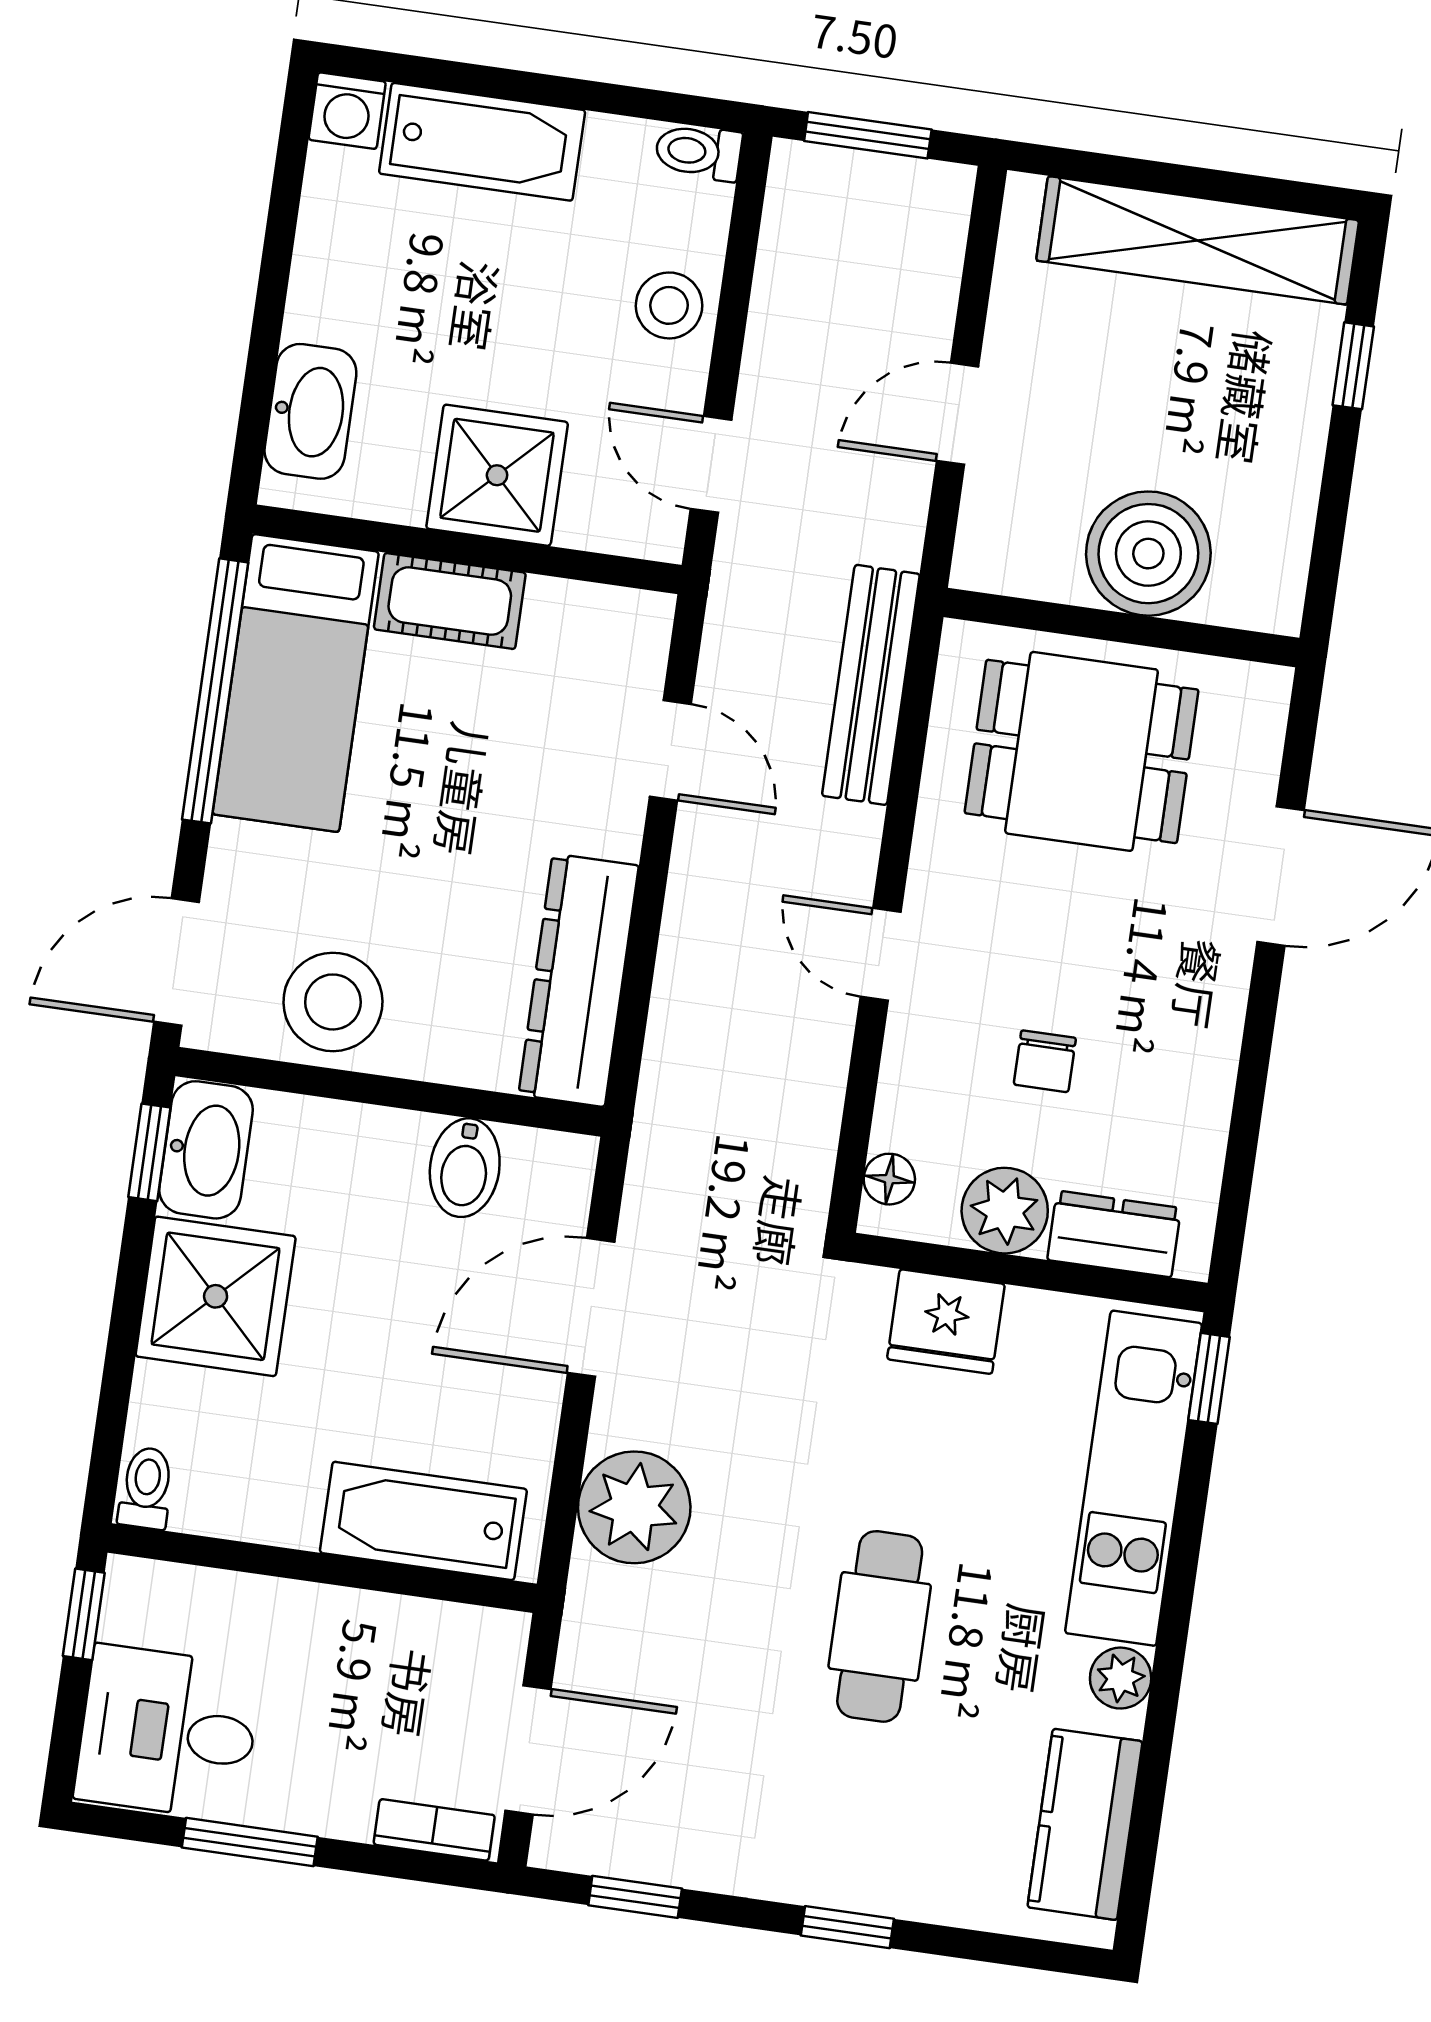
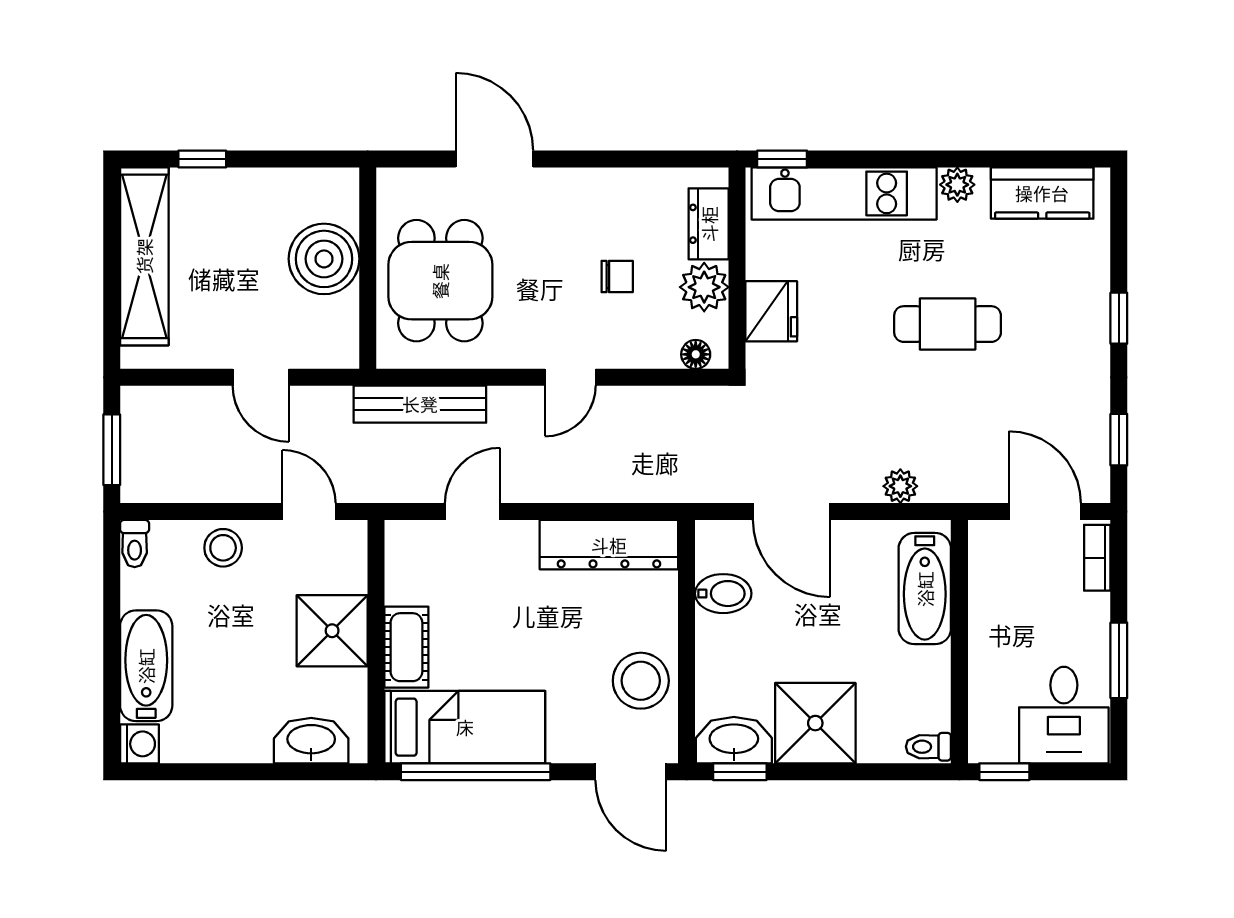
door: (711, 464) -> (309, 512), swing flipped
plant: (634, 1507) -> (900, 486), width x0.53, depth x0.53

